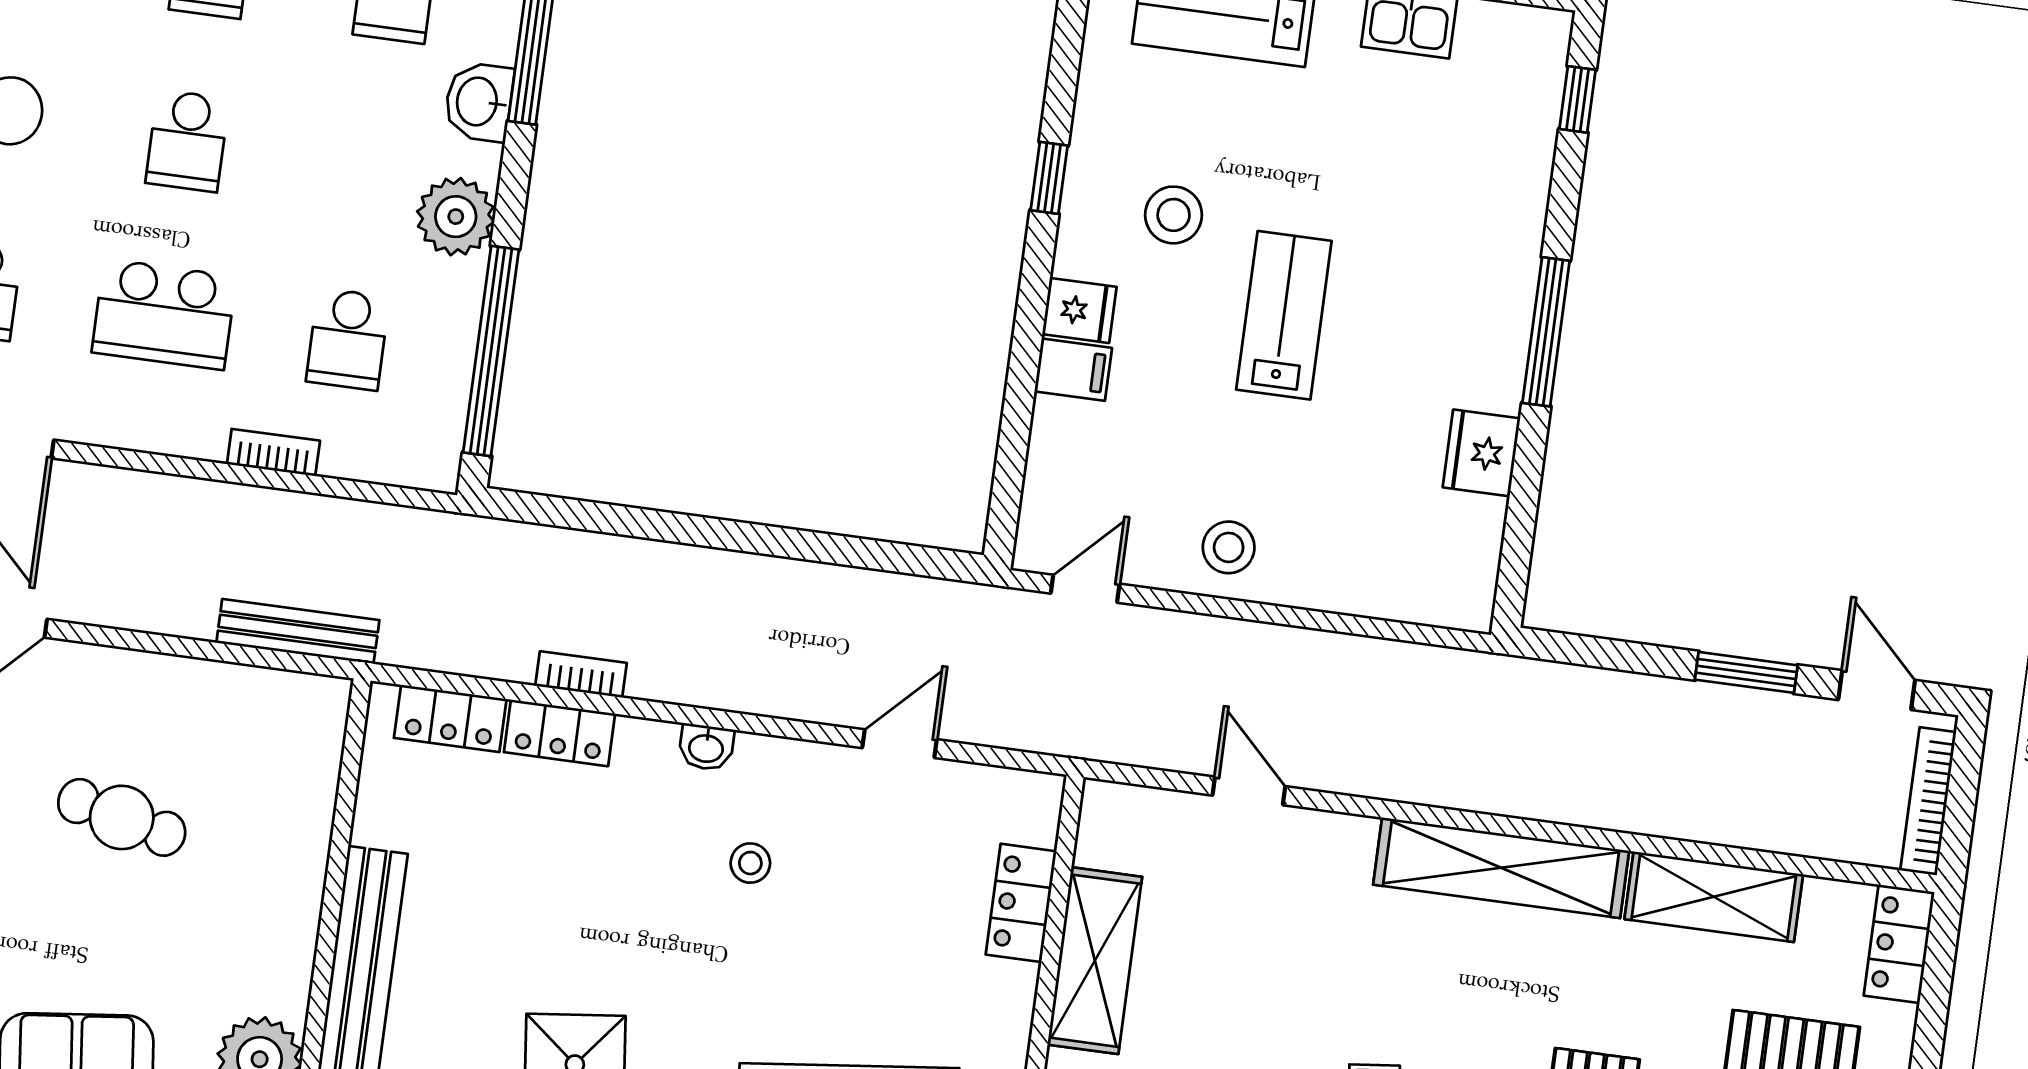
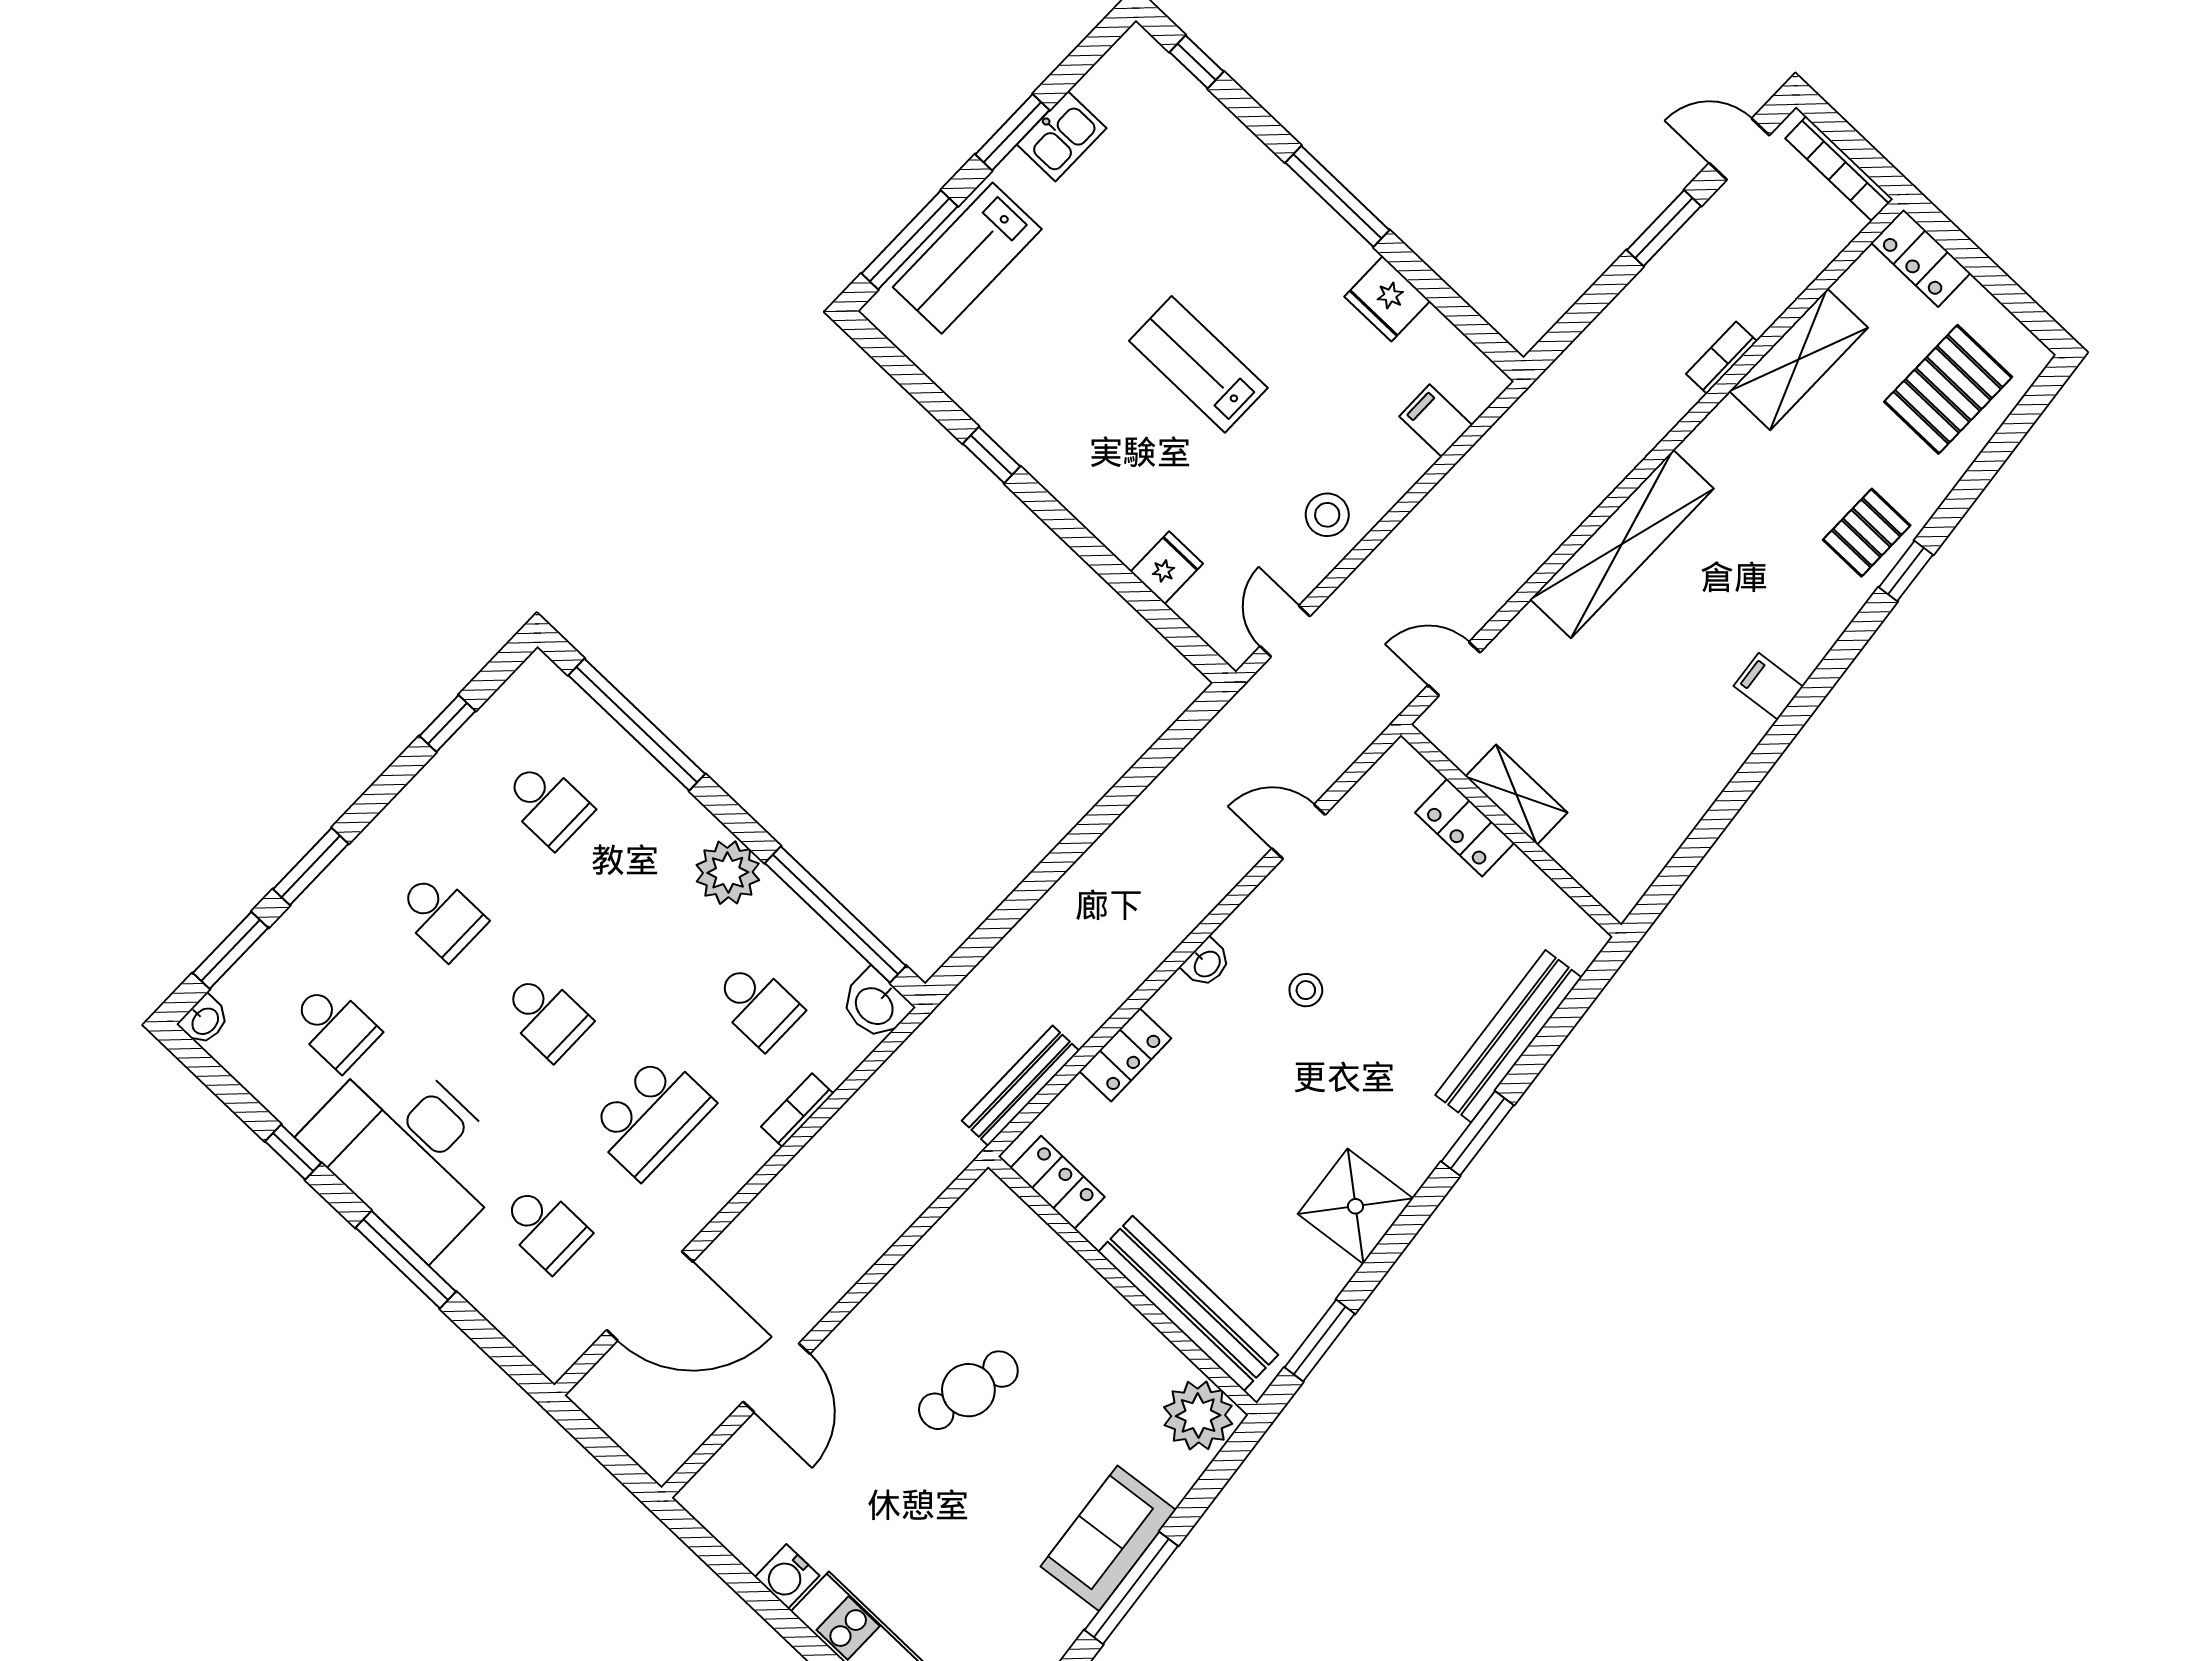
washbasin: (479, 102) -> (875, 1005), moved
stool: (1174, 215) -> (1077, 390), removed
fridge: (1079, 310) -> (1167, 568), moved
filing cabinet: (1073, 370) -> (1436, 421), moved, turned -90
bench: (298, 631) -> (1021, 1086), moved
bookcase: (581, 674) -> (1722, 358), moved
locker: (450, 718) -> (1058, 1182), moved, turned -90
door: (900, 744) -> (1298, 832), hinge flipped
door: (1249, 791) -> (1454, 669), moved
shelving: (1501, 868) -> (1622, 544), moved
shelving: (1095, 961) -> (1516, 795), width x0.67, depth x0.75

